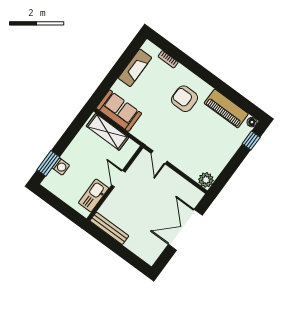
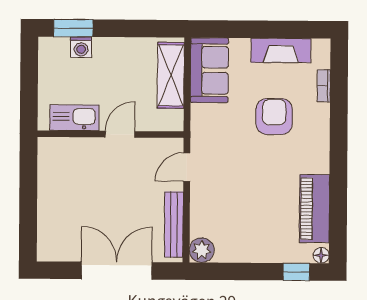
armchair: (185, 99) -> (274, 117), moved
bench: (109, 228) -> (174, 224), moved

